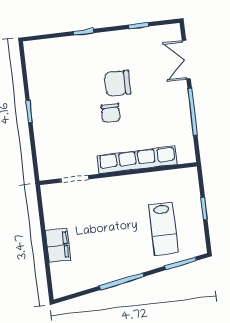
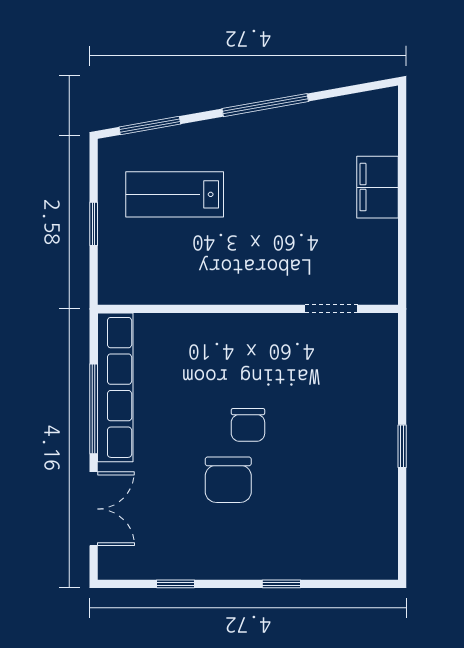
chair: (118, 83) -> (228, 480), turned 90
chair: (111, 113) -> (248, 425), turned 180
row of seats: (137, 160) -> (115, 387), moved, turned -90
lab bench: (164, 229) -> (175, 194), turned -90

